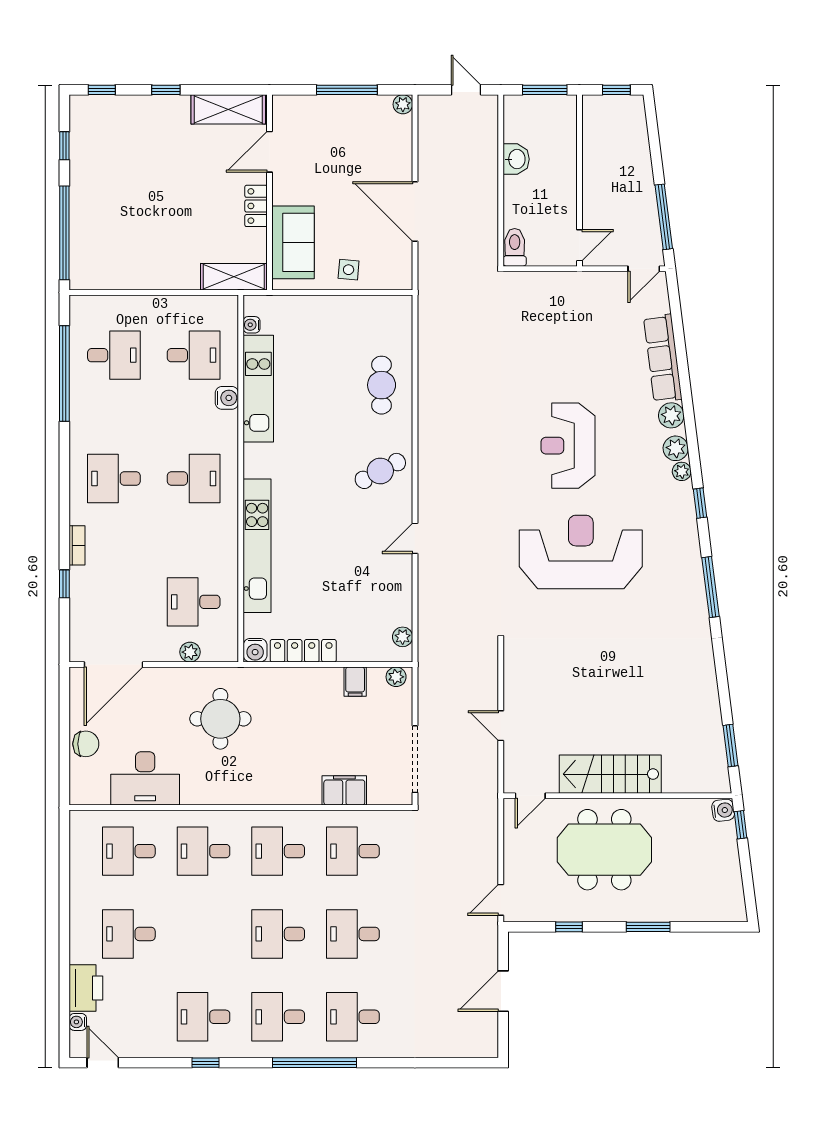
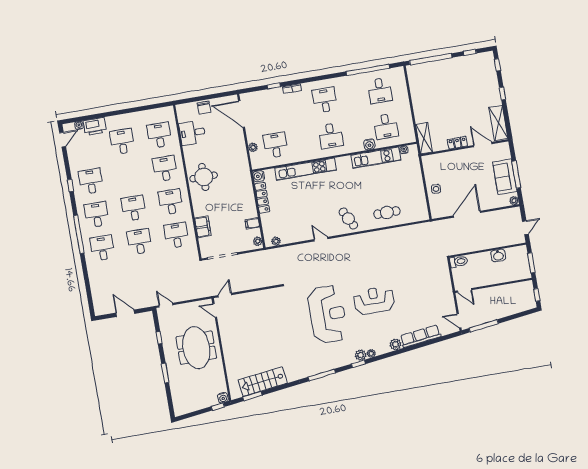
sofa: (293, 242) -> (505, 177), moved, turned 90
plant: (676, 448) -> (361, 355), moved
round table: (220, 719) -> (204, 177), moved
door: (501, 726) -> (225, 295), moved
stairs: (610, 774) -> (263, 382), moved, turned -97
desk: (145, 778) -> (192, 133), width x0.73

